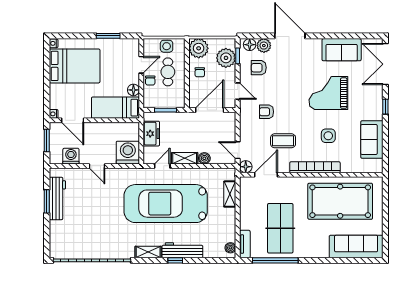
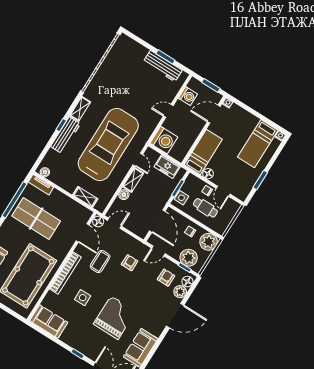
side table: (167, 46) -> (181, 198), moved
bed: (75, 66) -> (258, 144), width x0.67
sofa: (372, 139) -> (49, 322), moved

